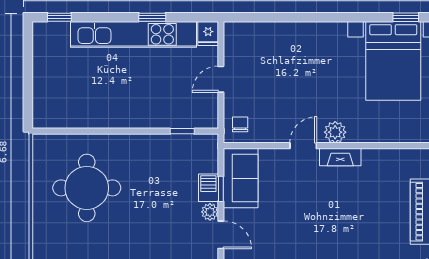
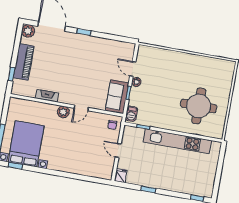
kitchen unit: (133, 34) -> (177, 141), moved, turned 180
door: (221, 79) -> (118, 150), swing flipped
fireplace: (340, 157) -> (47, 96), moved
barbecue: (208, 188) -> (131, 114), moved

